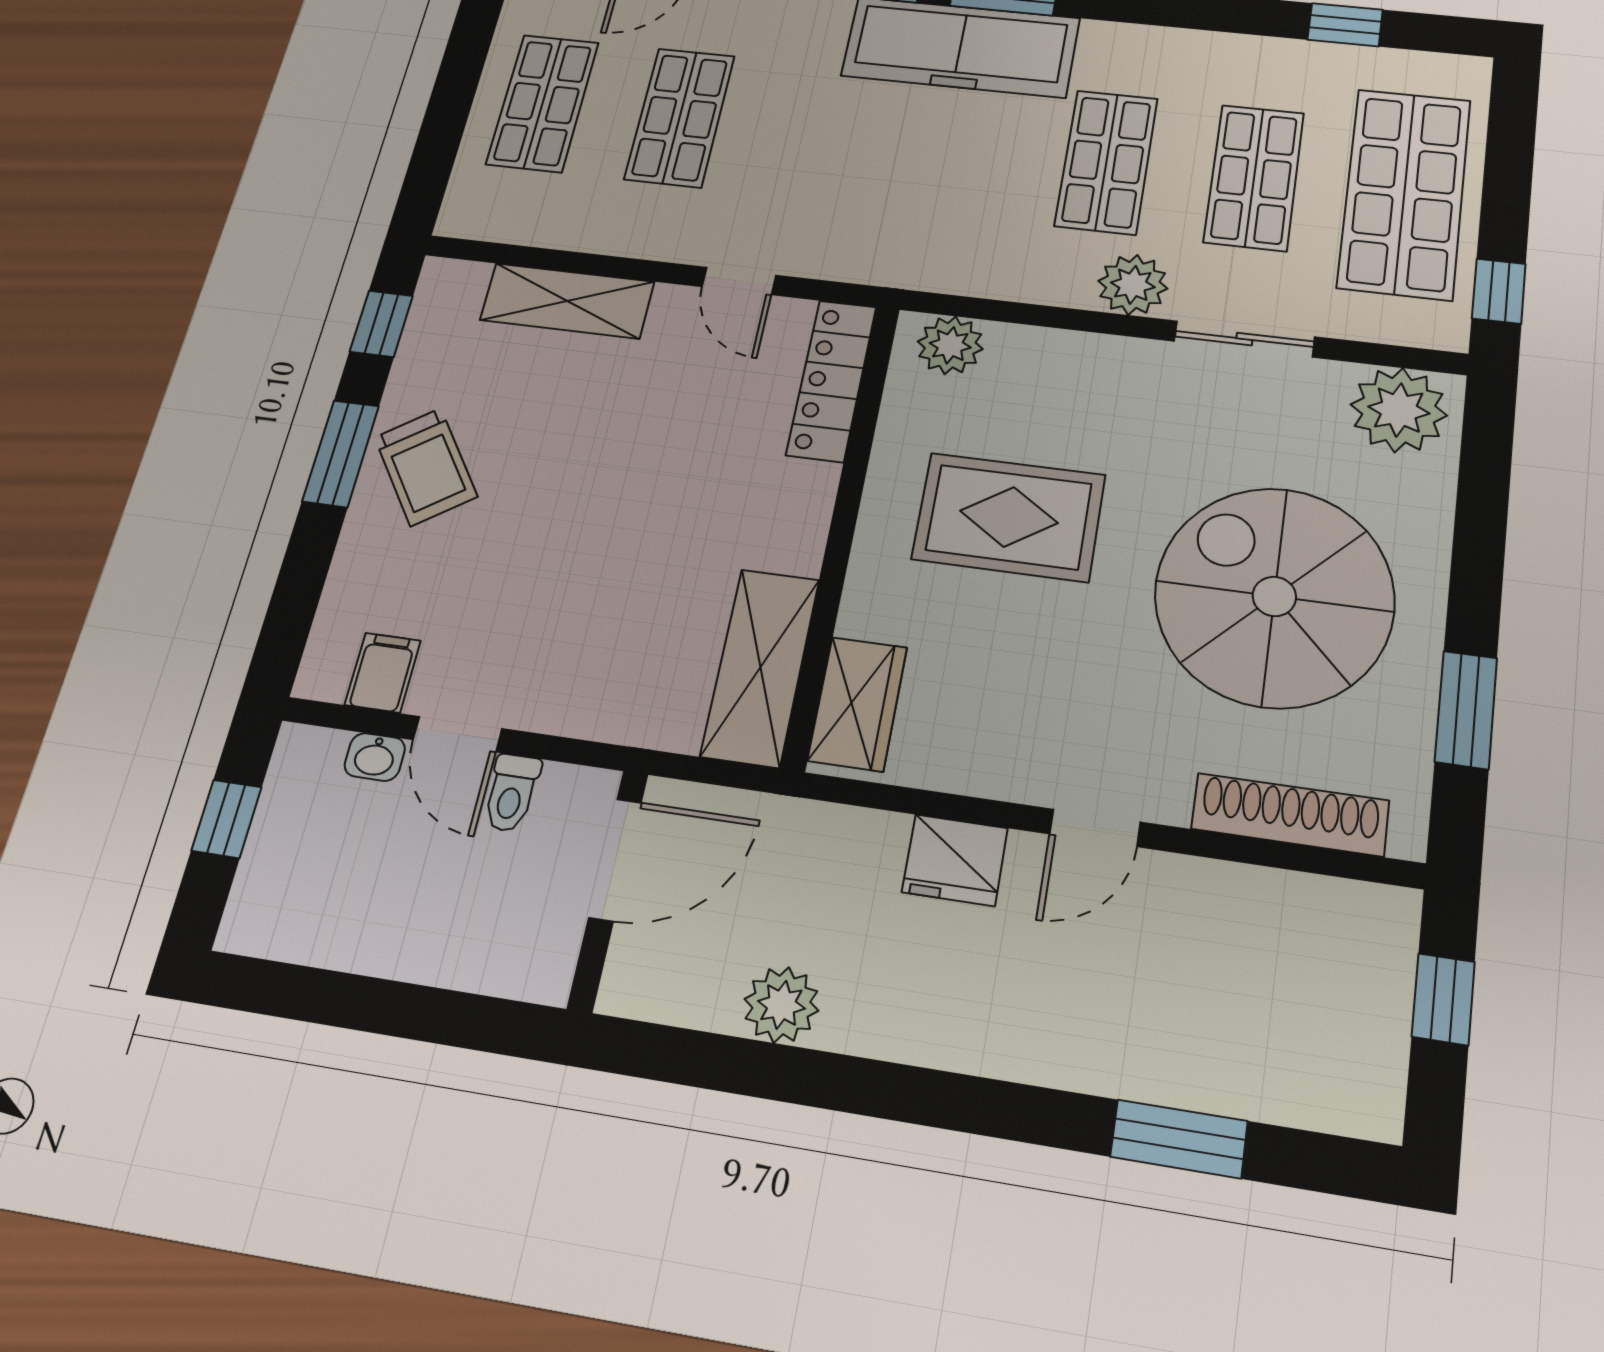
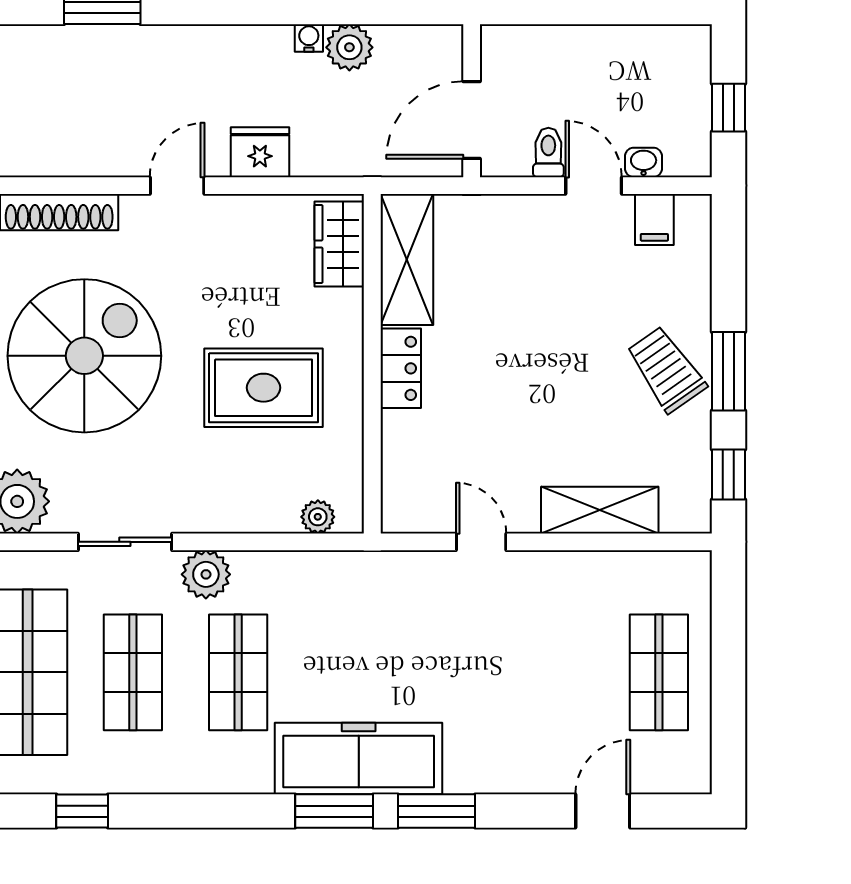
shop shelf: (680, 117) -> (554, 672), removed
plant: (950, 345) -> (318, 517), width x0.73, depth x0.73
locker: (832, 380) -> (401, 368), moved, width x0.66
spiral stairs: (1274, 596) -> (84, 356), turned -90
water cooler: (844, 1031) -> (309, 38), added

